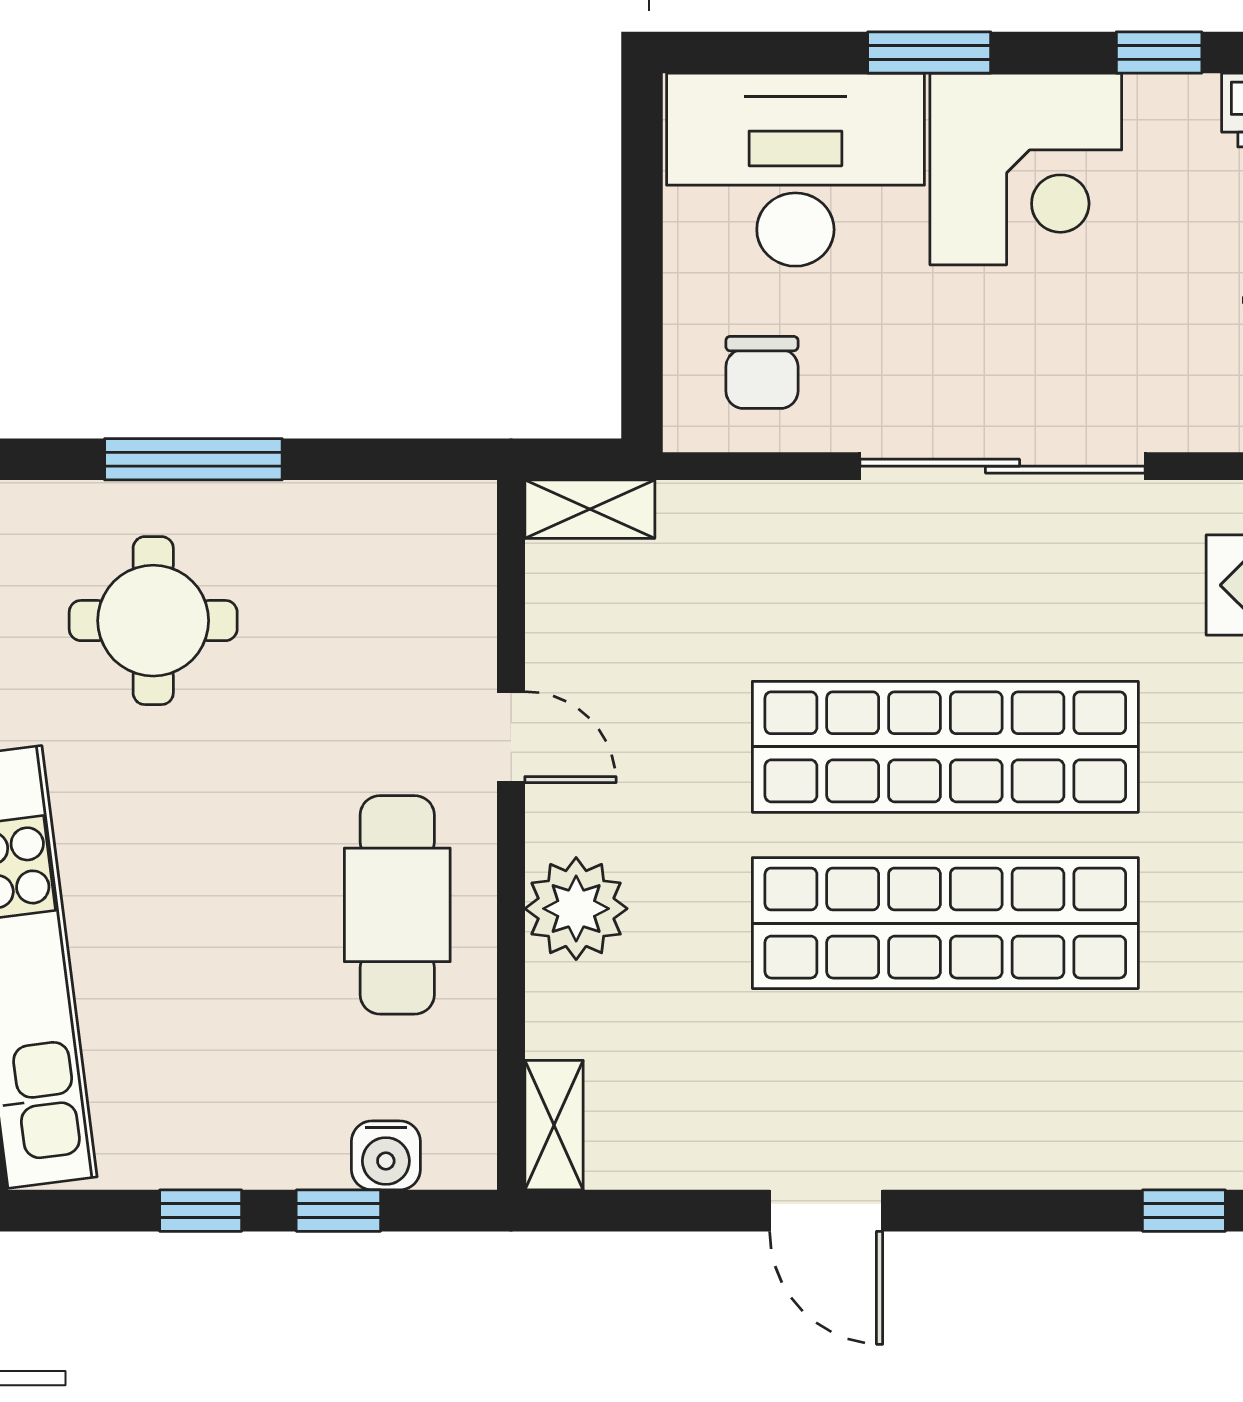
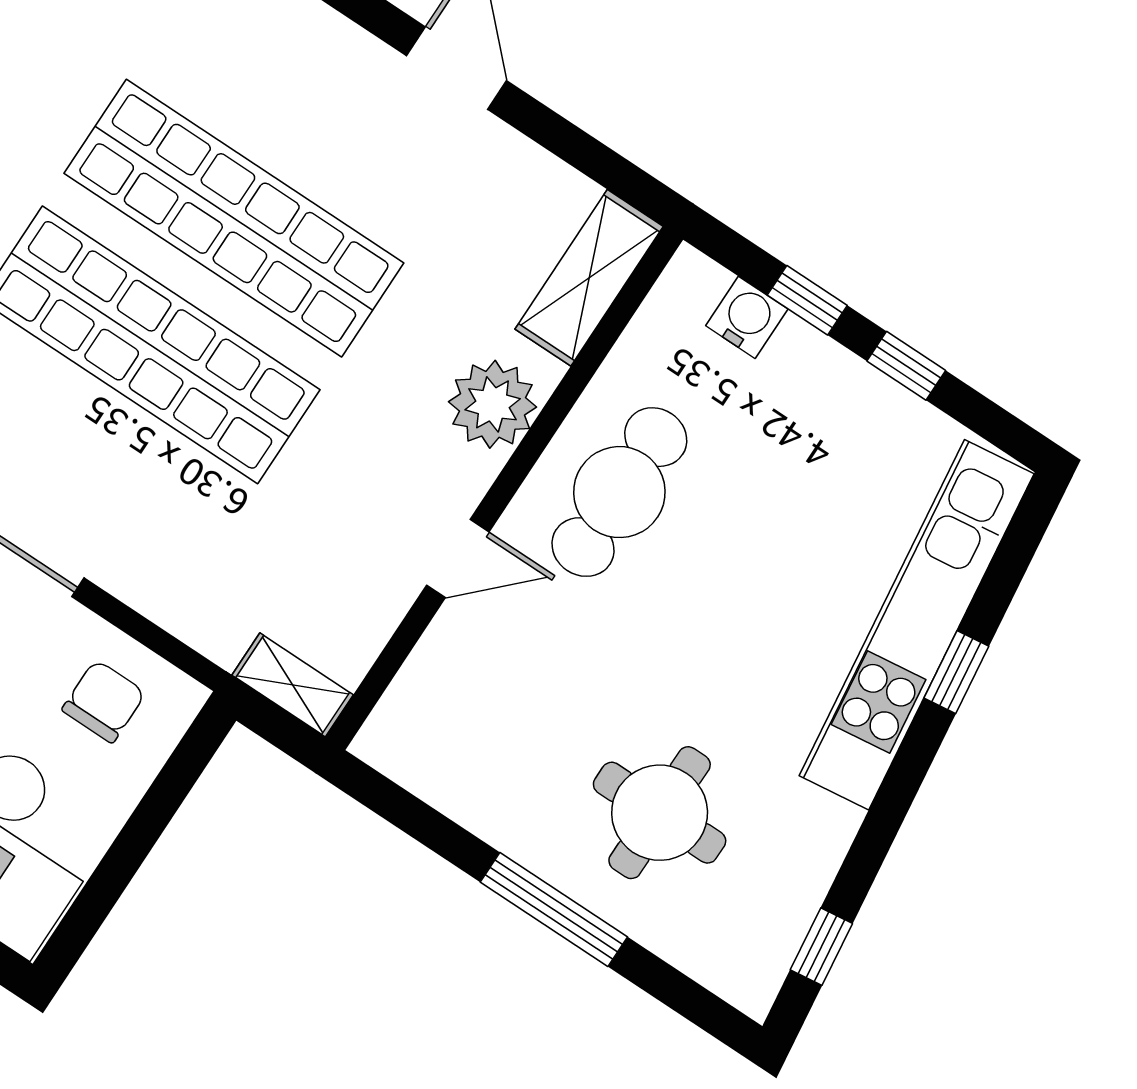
door: (511, 737) -> (458, 559), swing flipped
shelving: (554, 1125) -> (589, 278), width x1.50, depth x1.33

